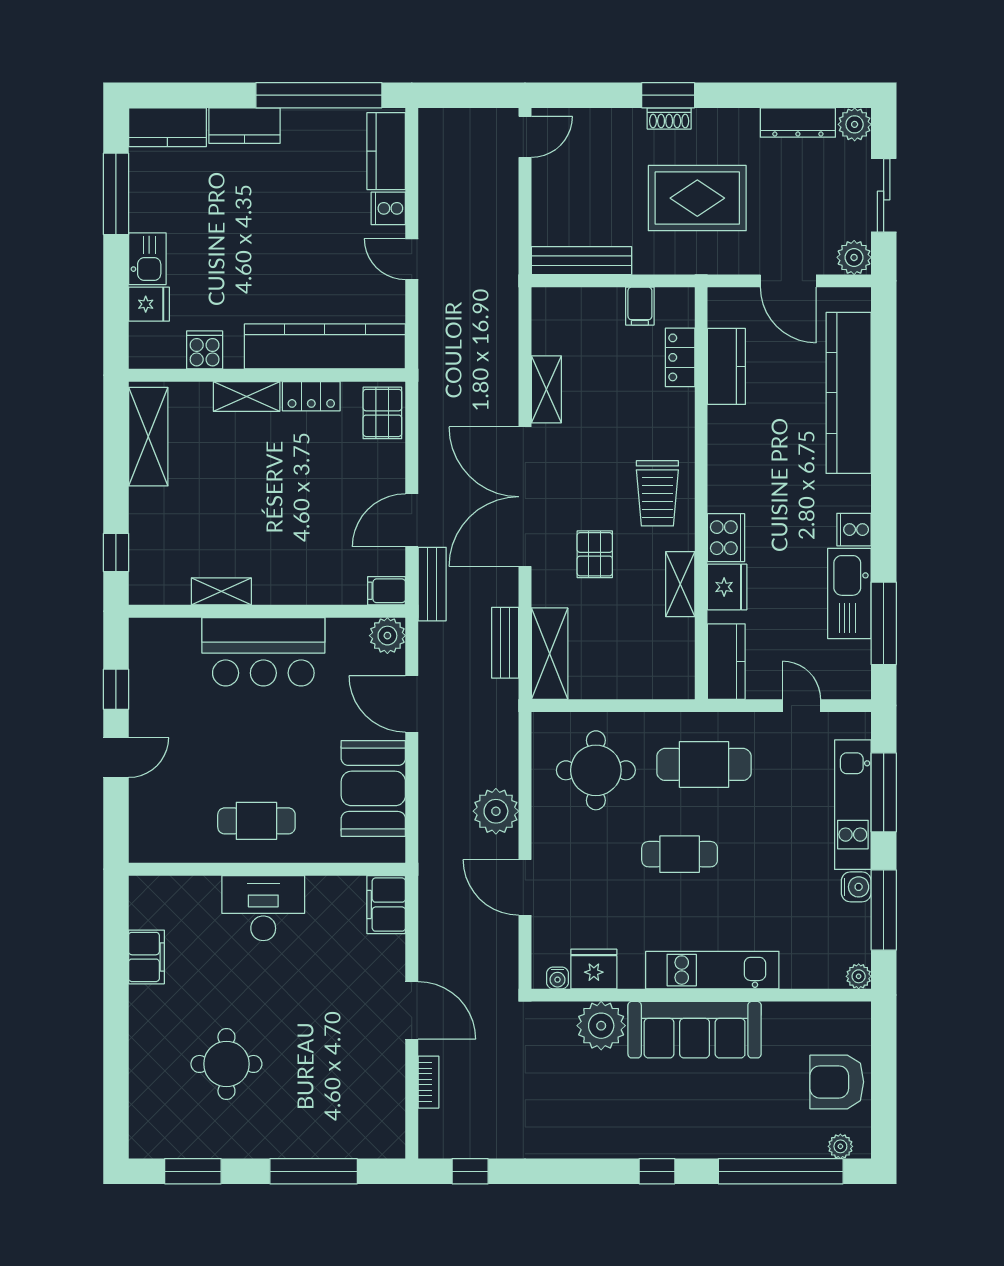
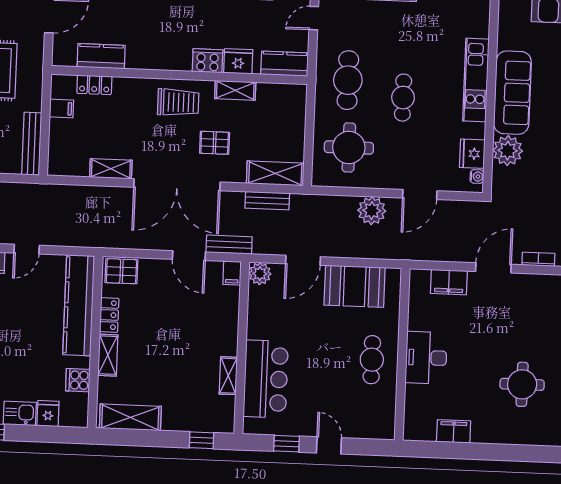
bar counter: (263, 652) -> (266, 379), moved
filing cabinet: (386, 905) -> (449, 282), moved

